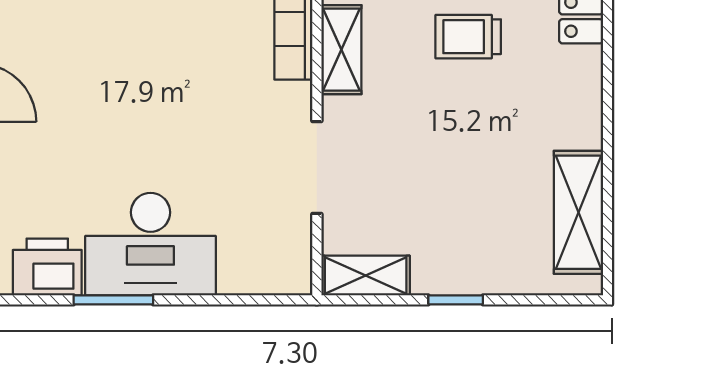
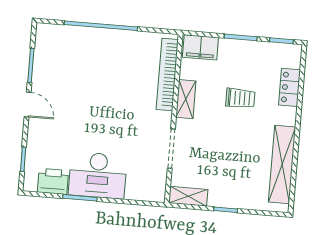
trolley: (468, 37) -> (240, 98), turned 180
shelving: (578, 212) -> (282, 165), width x1.47

